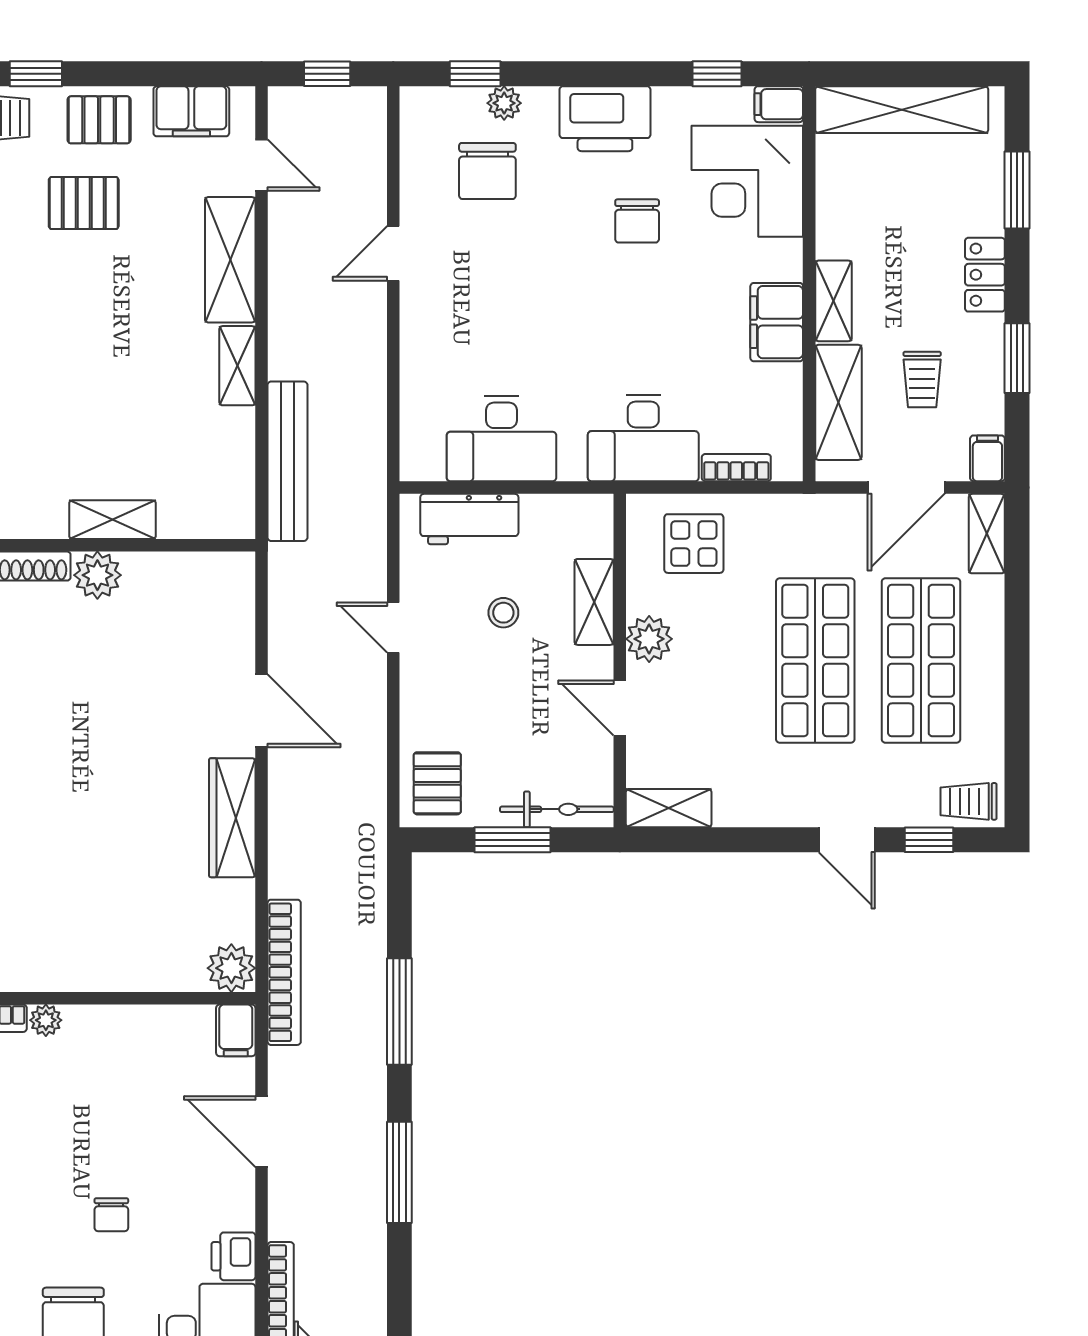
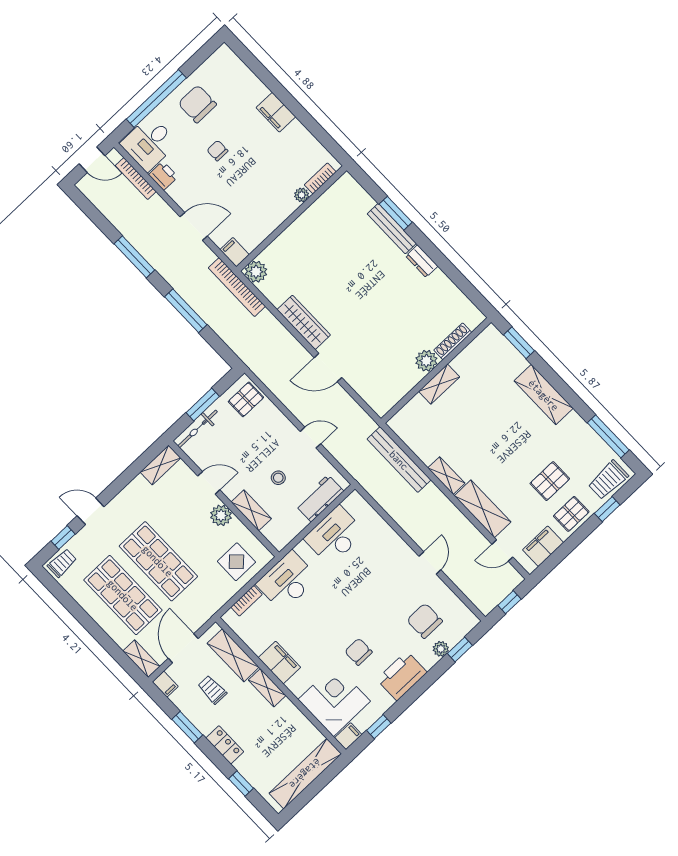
window: (1017, 190) -> (241, 784), width x0.67
pallet: (437, 783) -> (246, 399), turned 90

